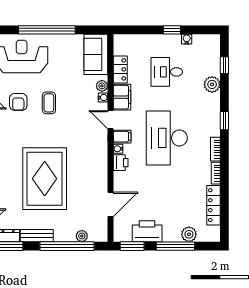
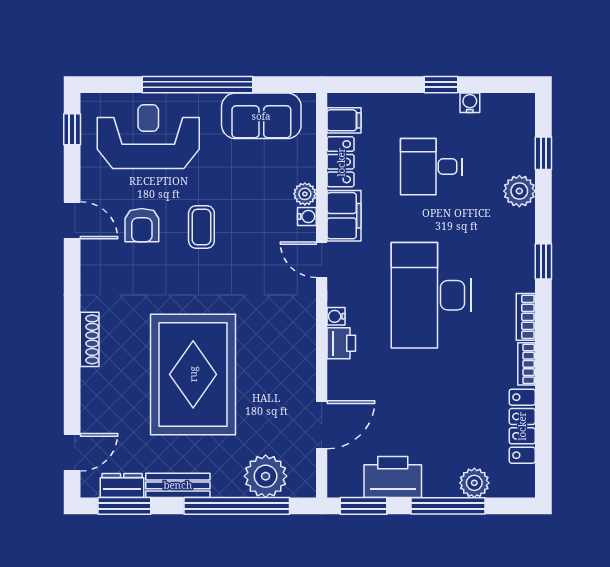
sofa: (96, 54) -> (261, 116), moved, turned -90
filing cabinet: (122, 137) -> (344, 120), moved
plant: (82, 236) -> (266, 476), width x1.88, depth x1.88

